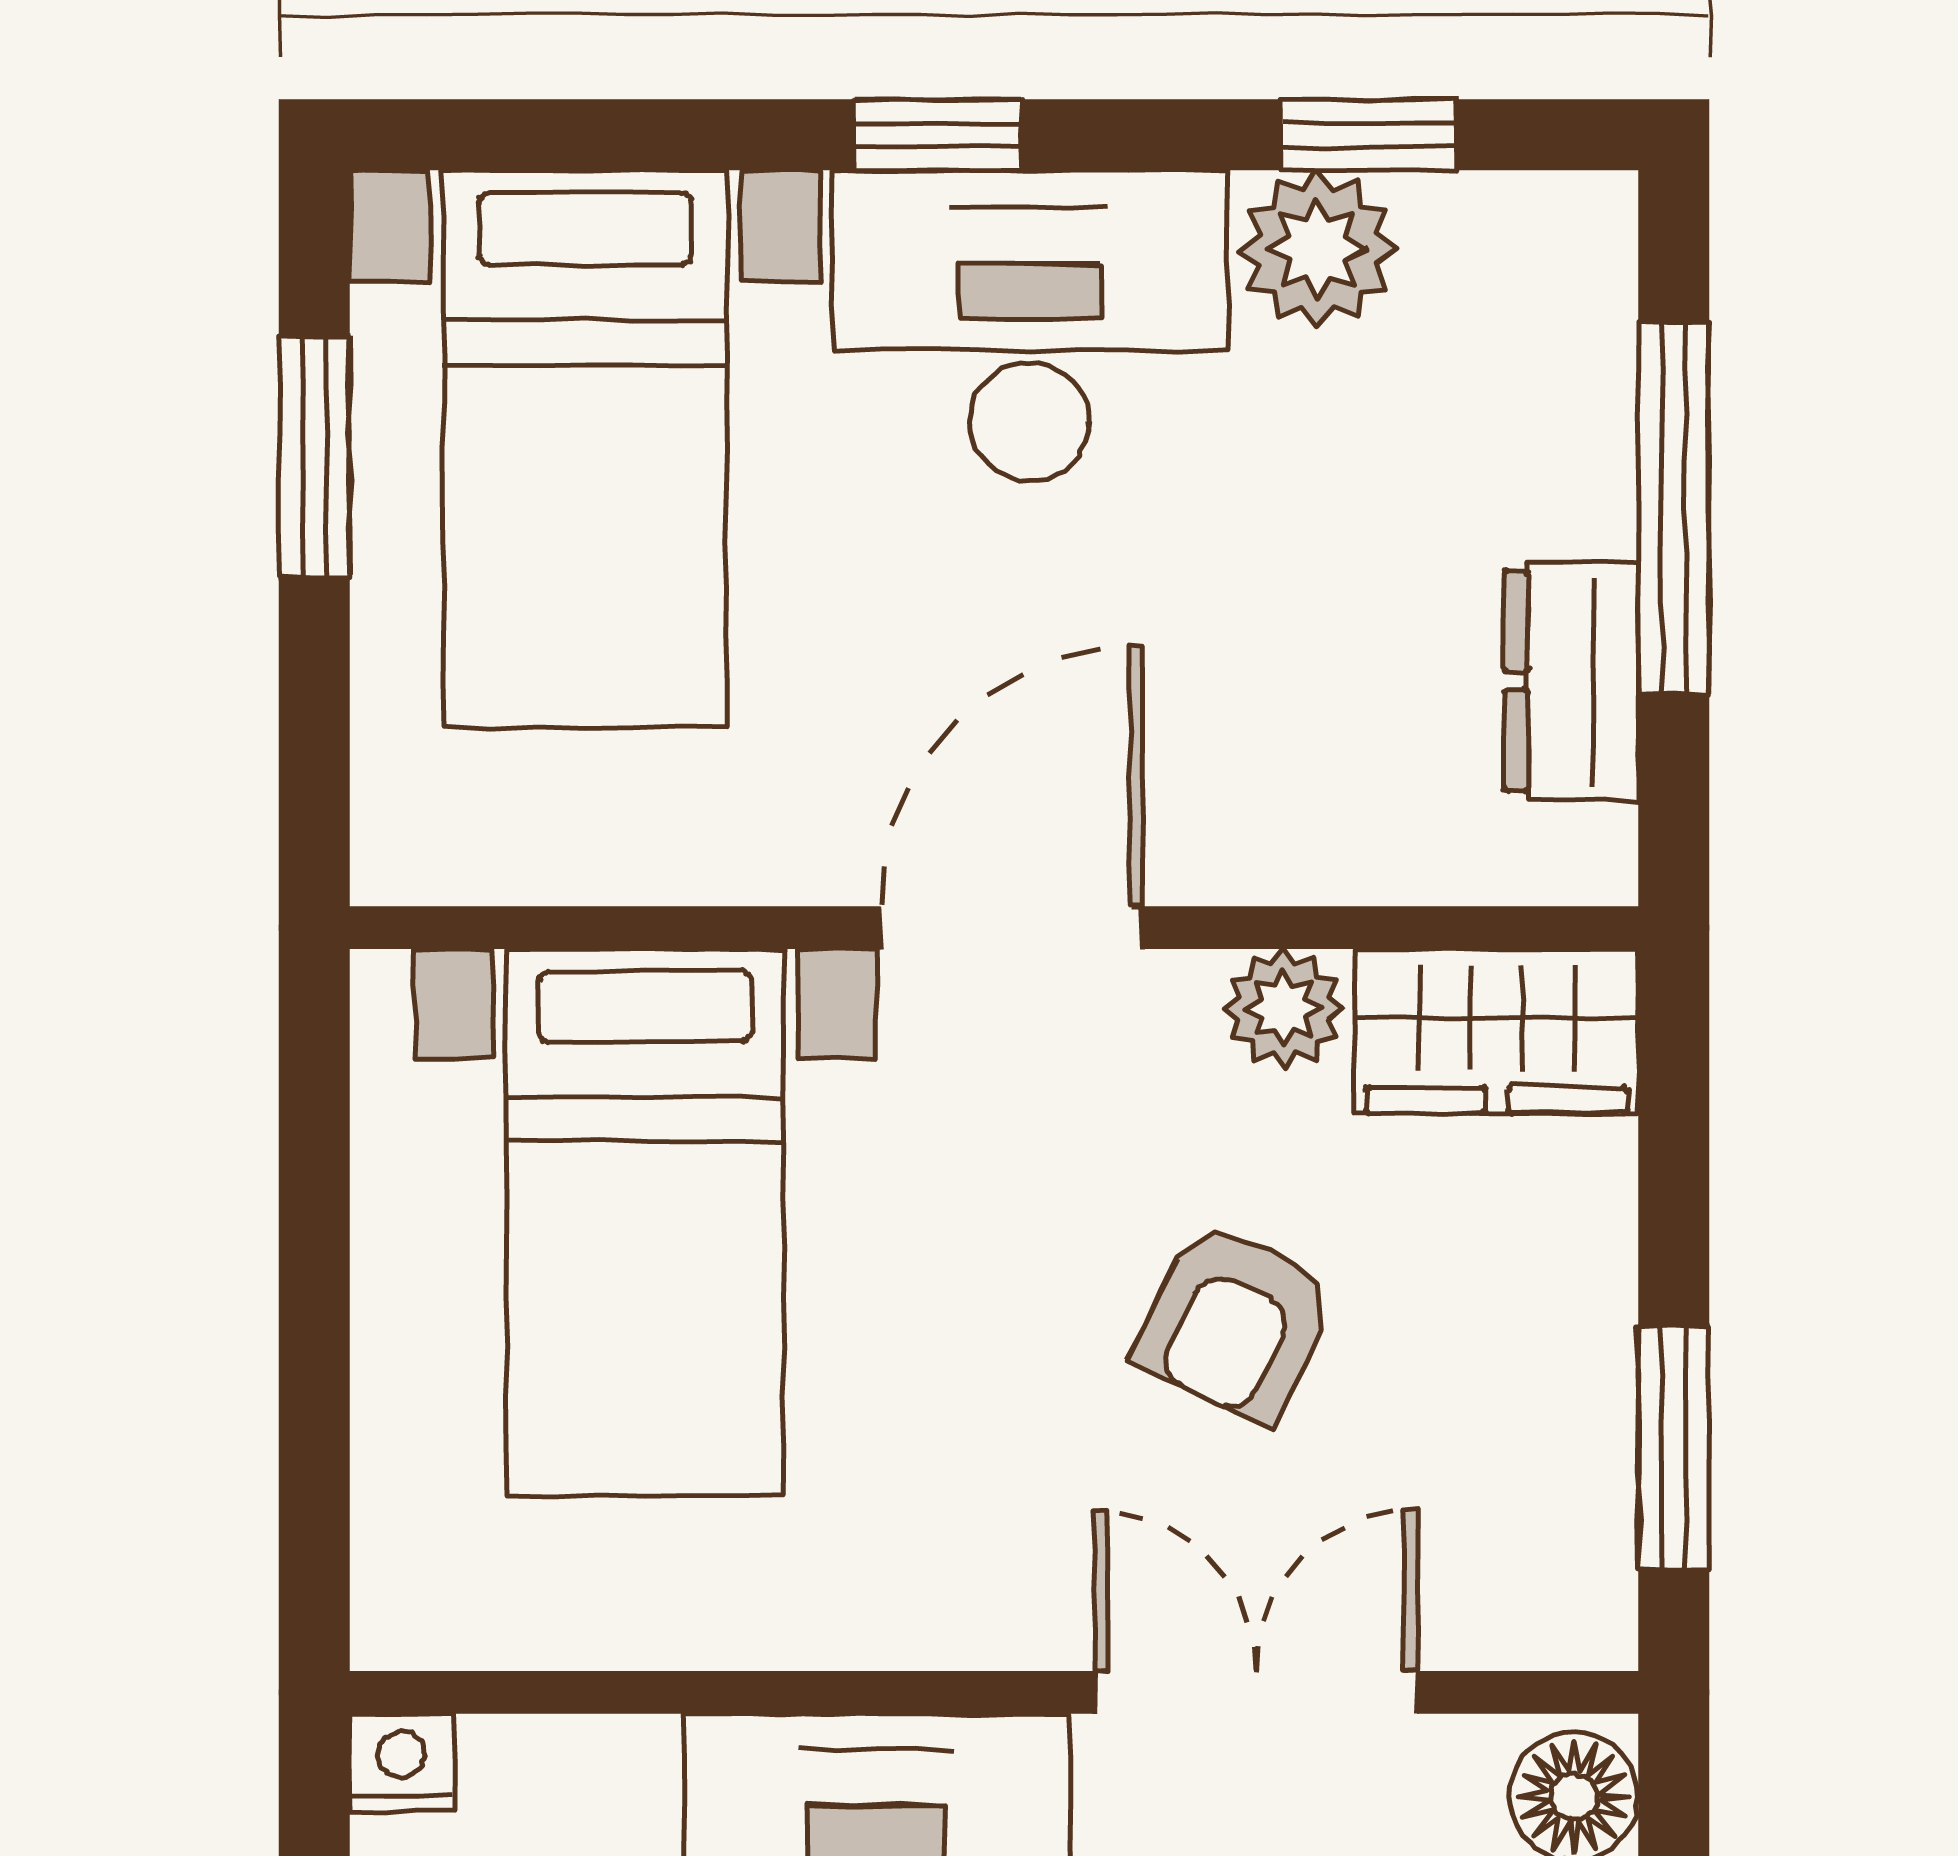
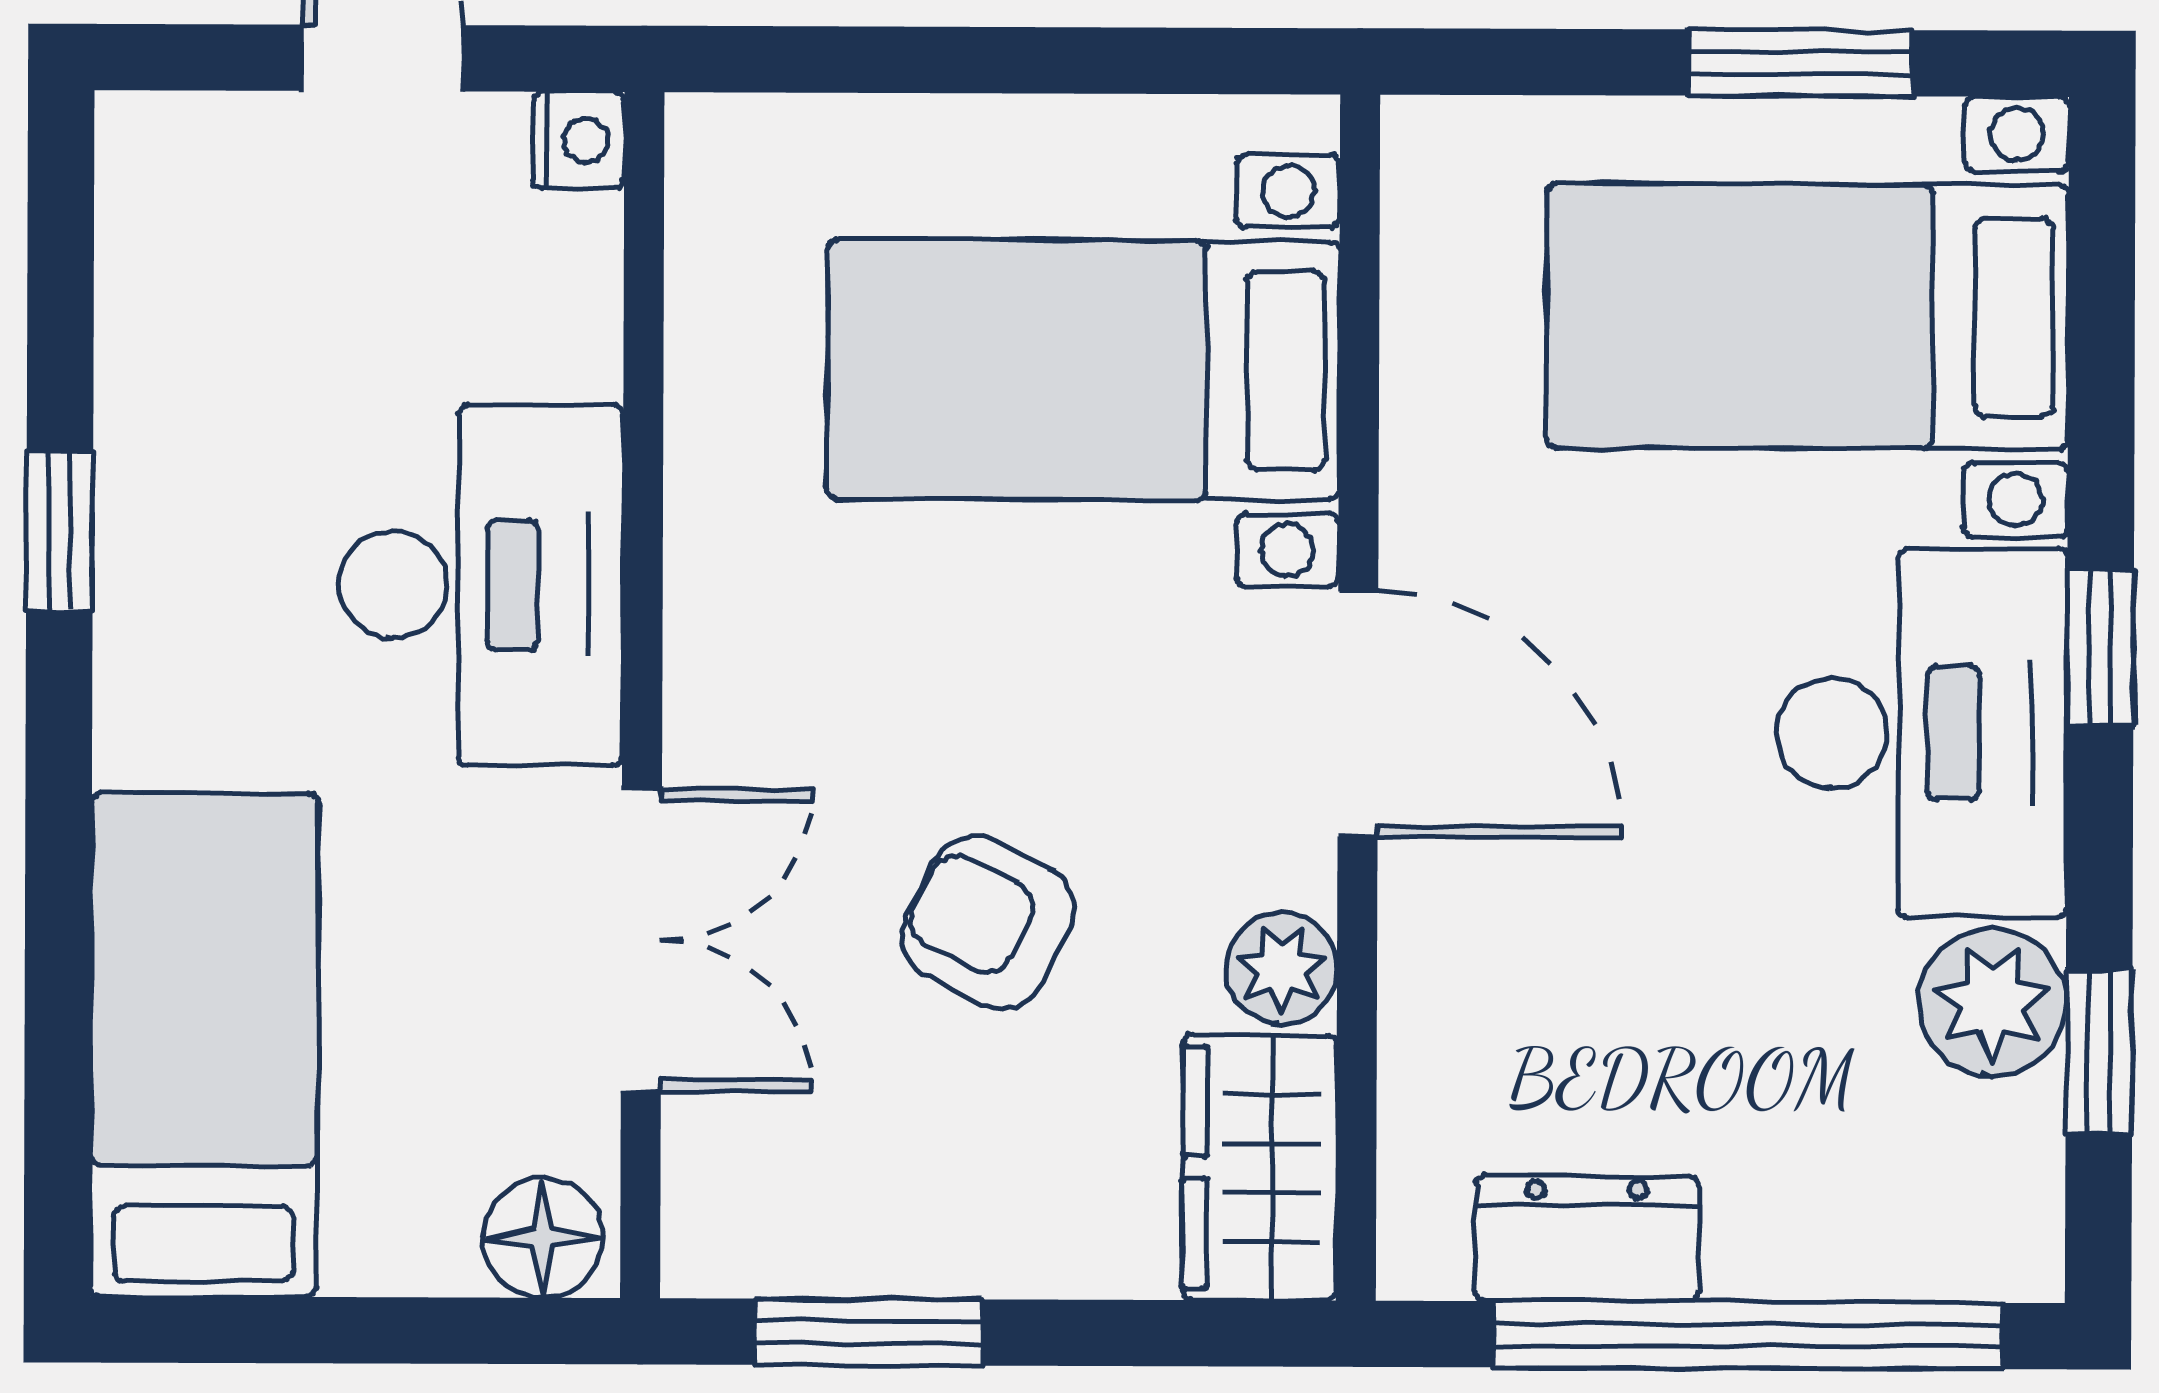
window: (1674, 508) -> (1748, 1335), width x1.46

